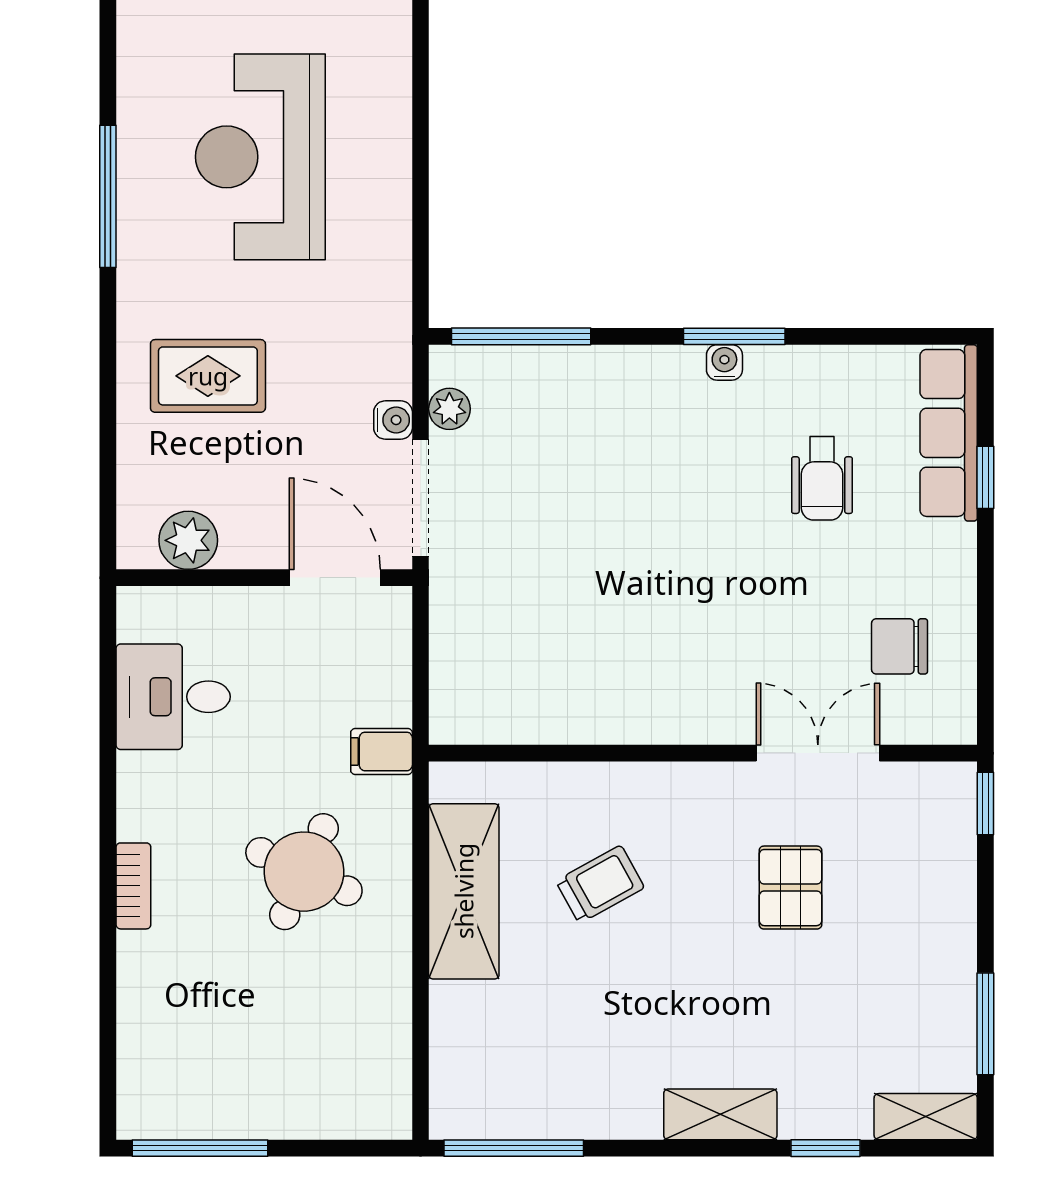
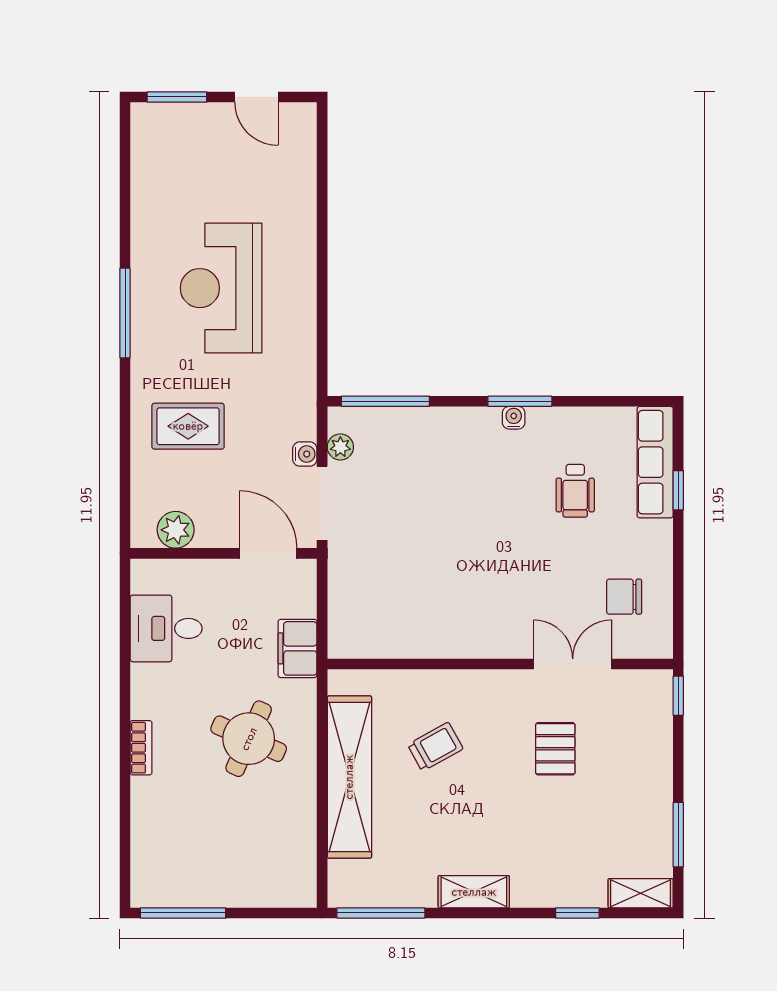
filing cabinet: (382, 751) -> (298, 648), width x2.00
shelving: (464, 891) -> (349, 777), width x1.47
shelving: (720, 1114) -> (474, 892), moved

